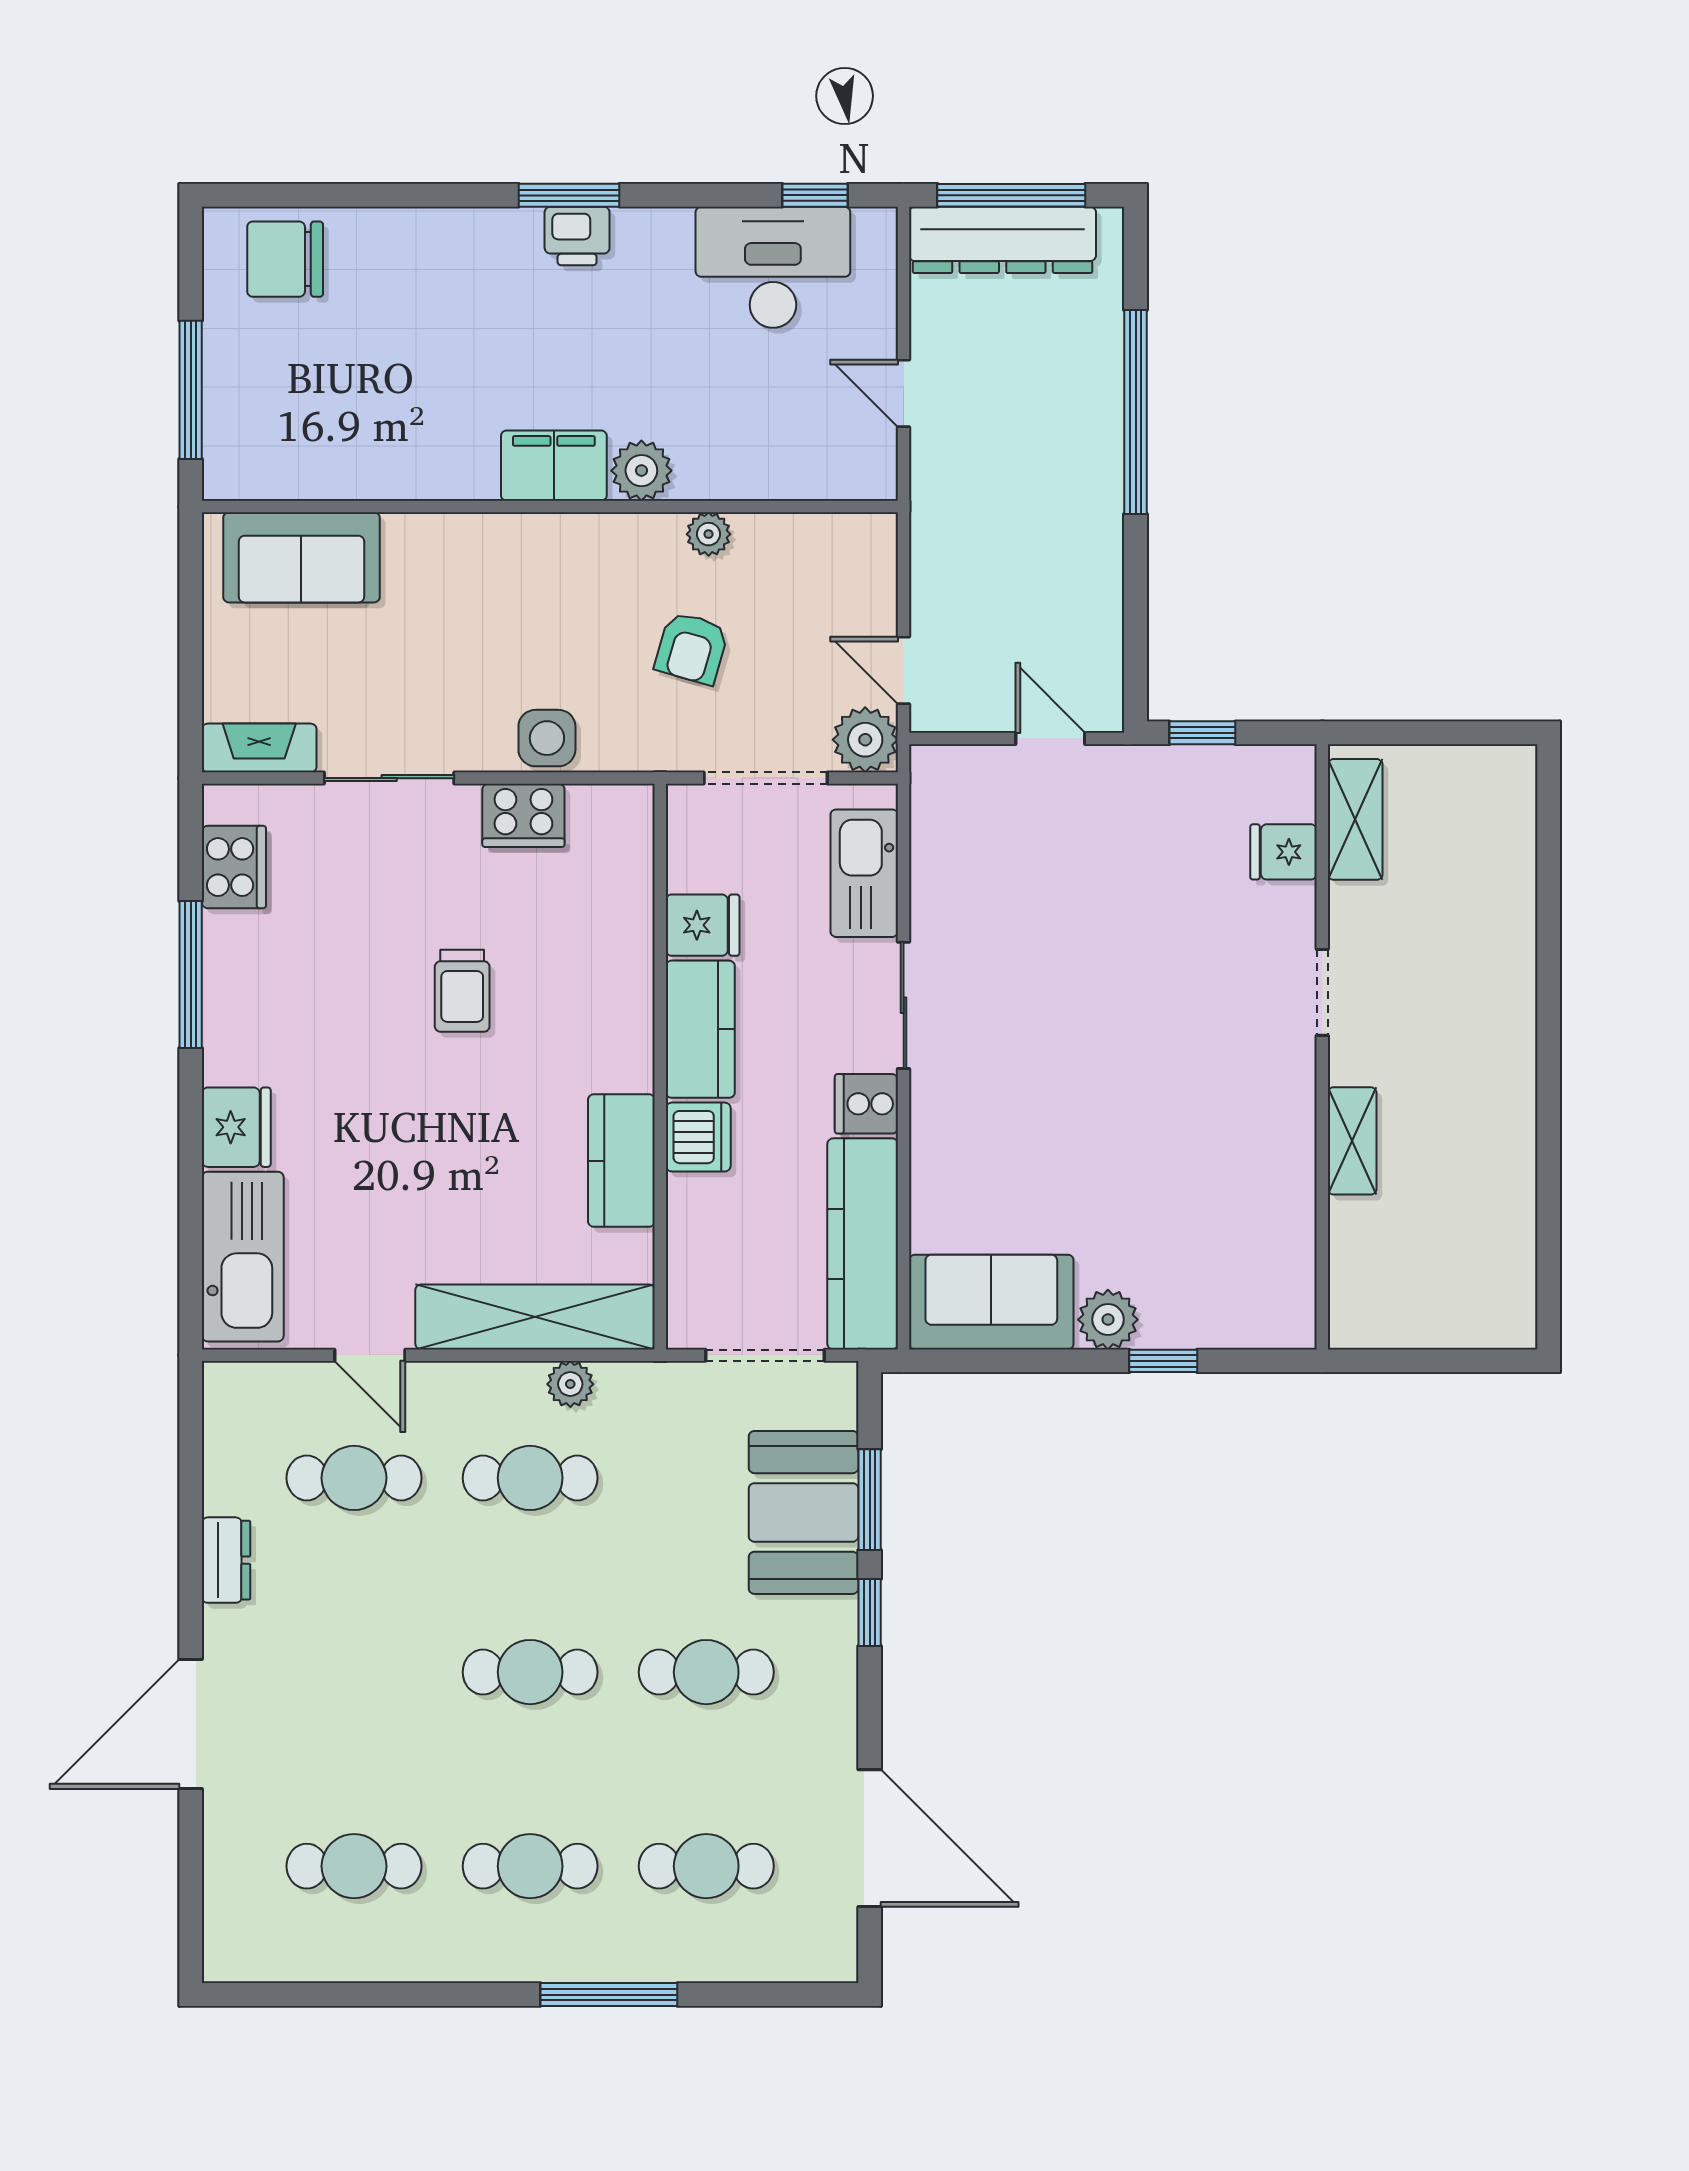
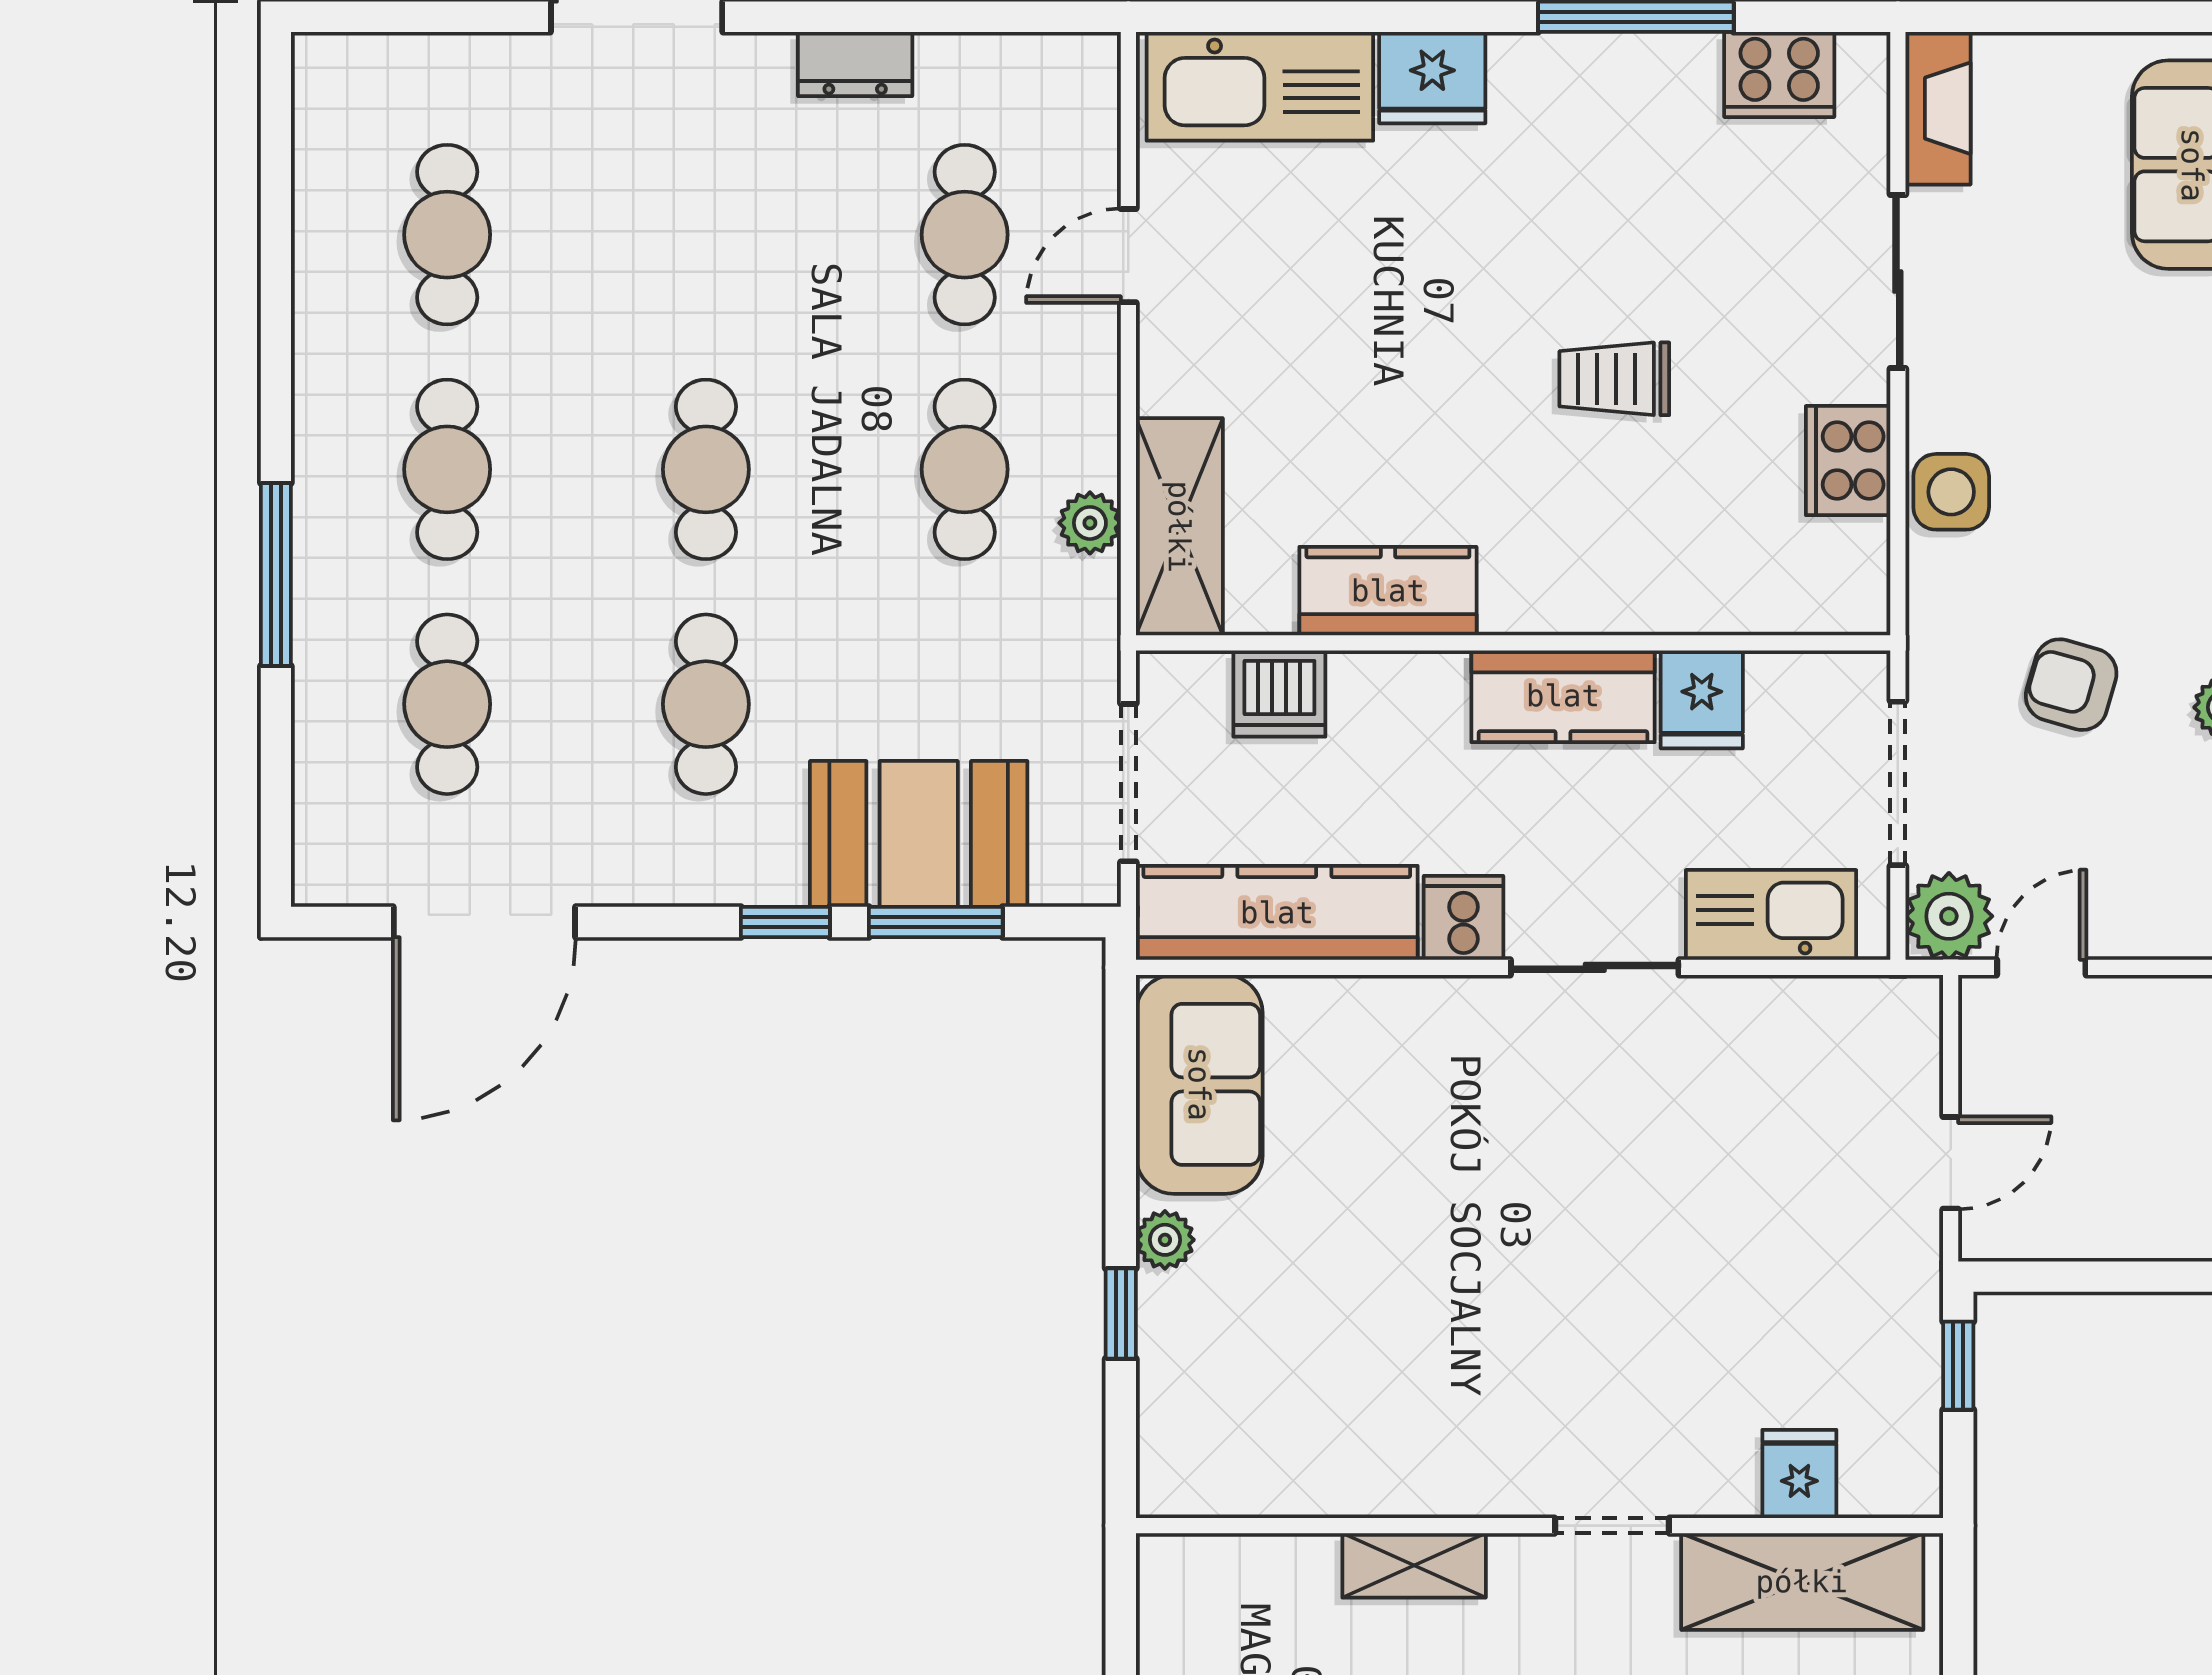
shelving: (1355, 819) -> (1802, 1582), width x1.50, depth x1.33
dishwasher: (698, 1137) -> (1279, 694), moved
shelving: (535, 1317) -> (1179, 527), width x0.68
plant: (1108, 1320) -> (1165, 1240), width x0.73, depth x0.73

